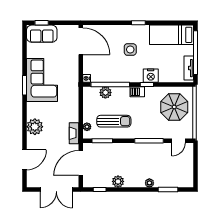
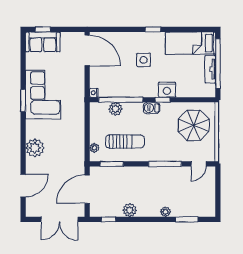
tv unit: (189, 68) -> (210, 69), moved
fireplace: (74, 133) -> (80, 155), removed

